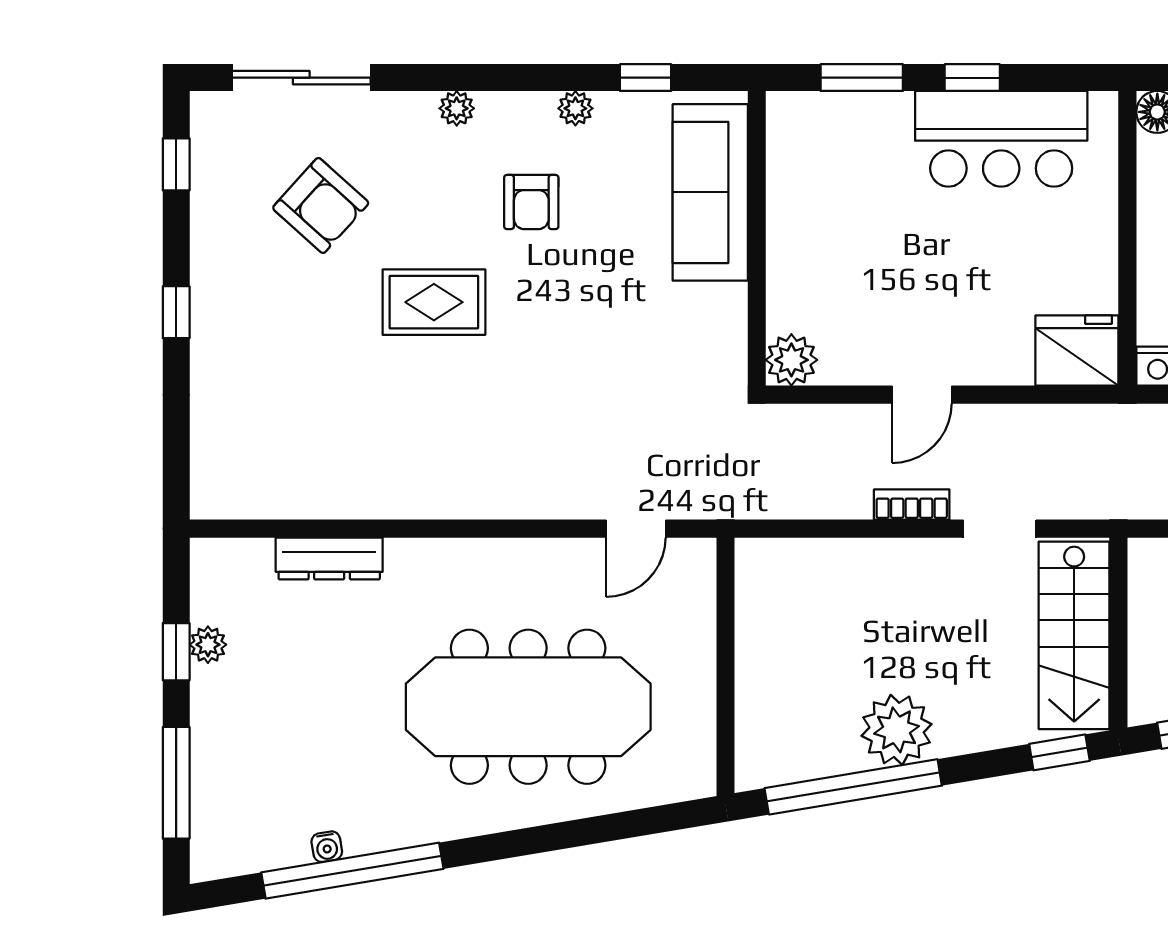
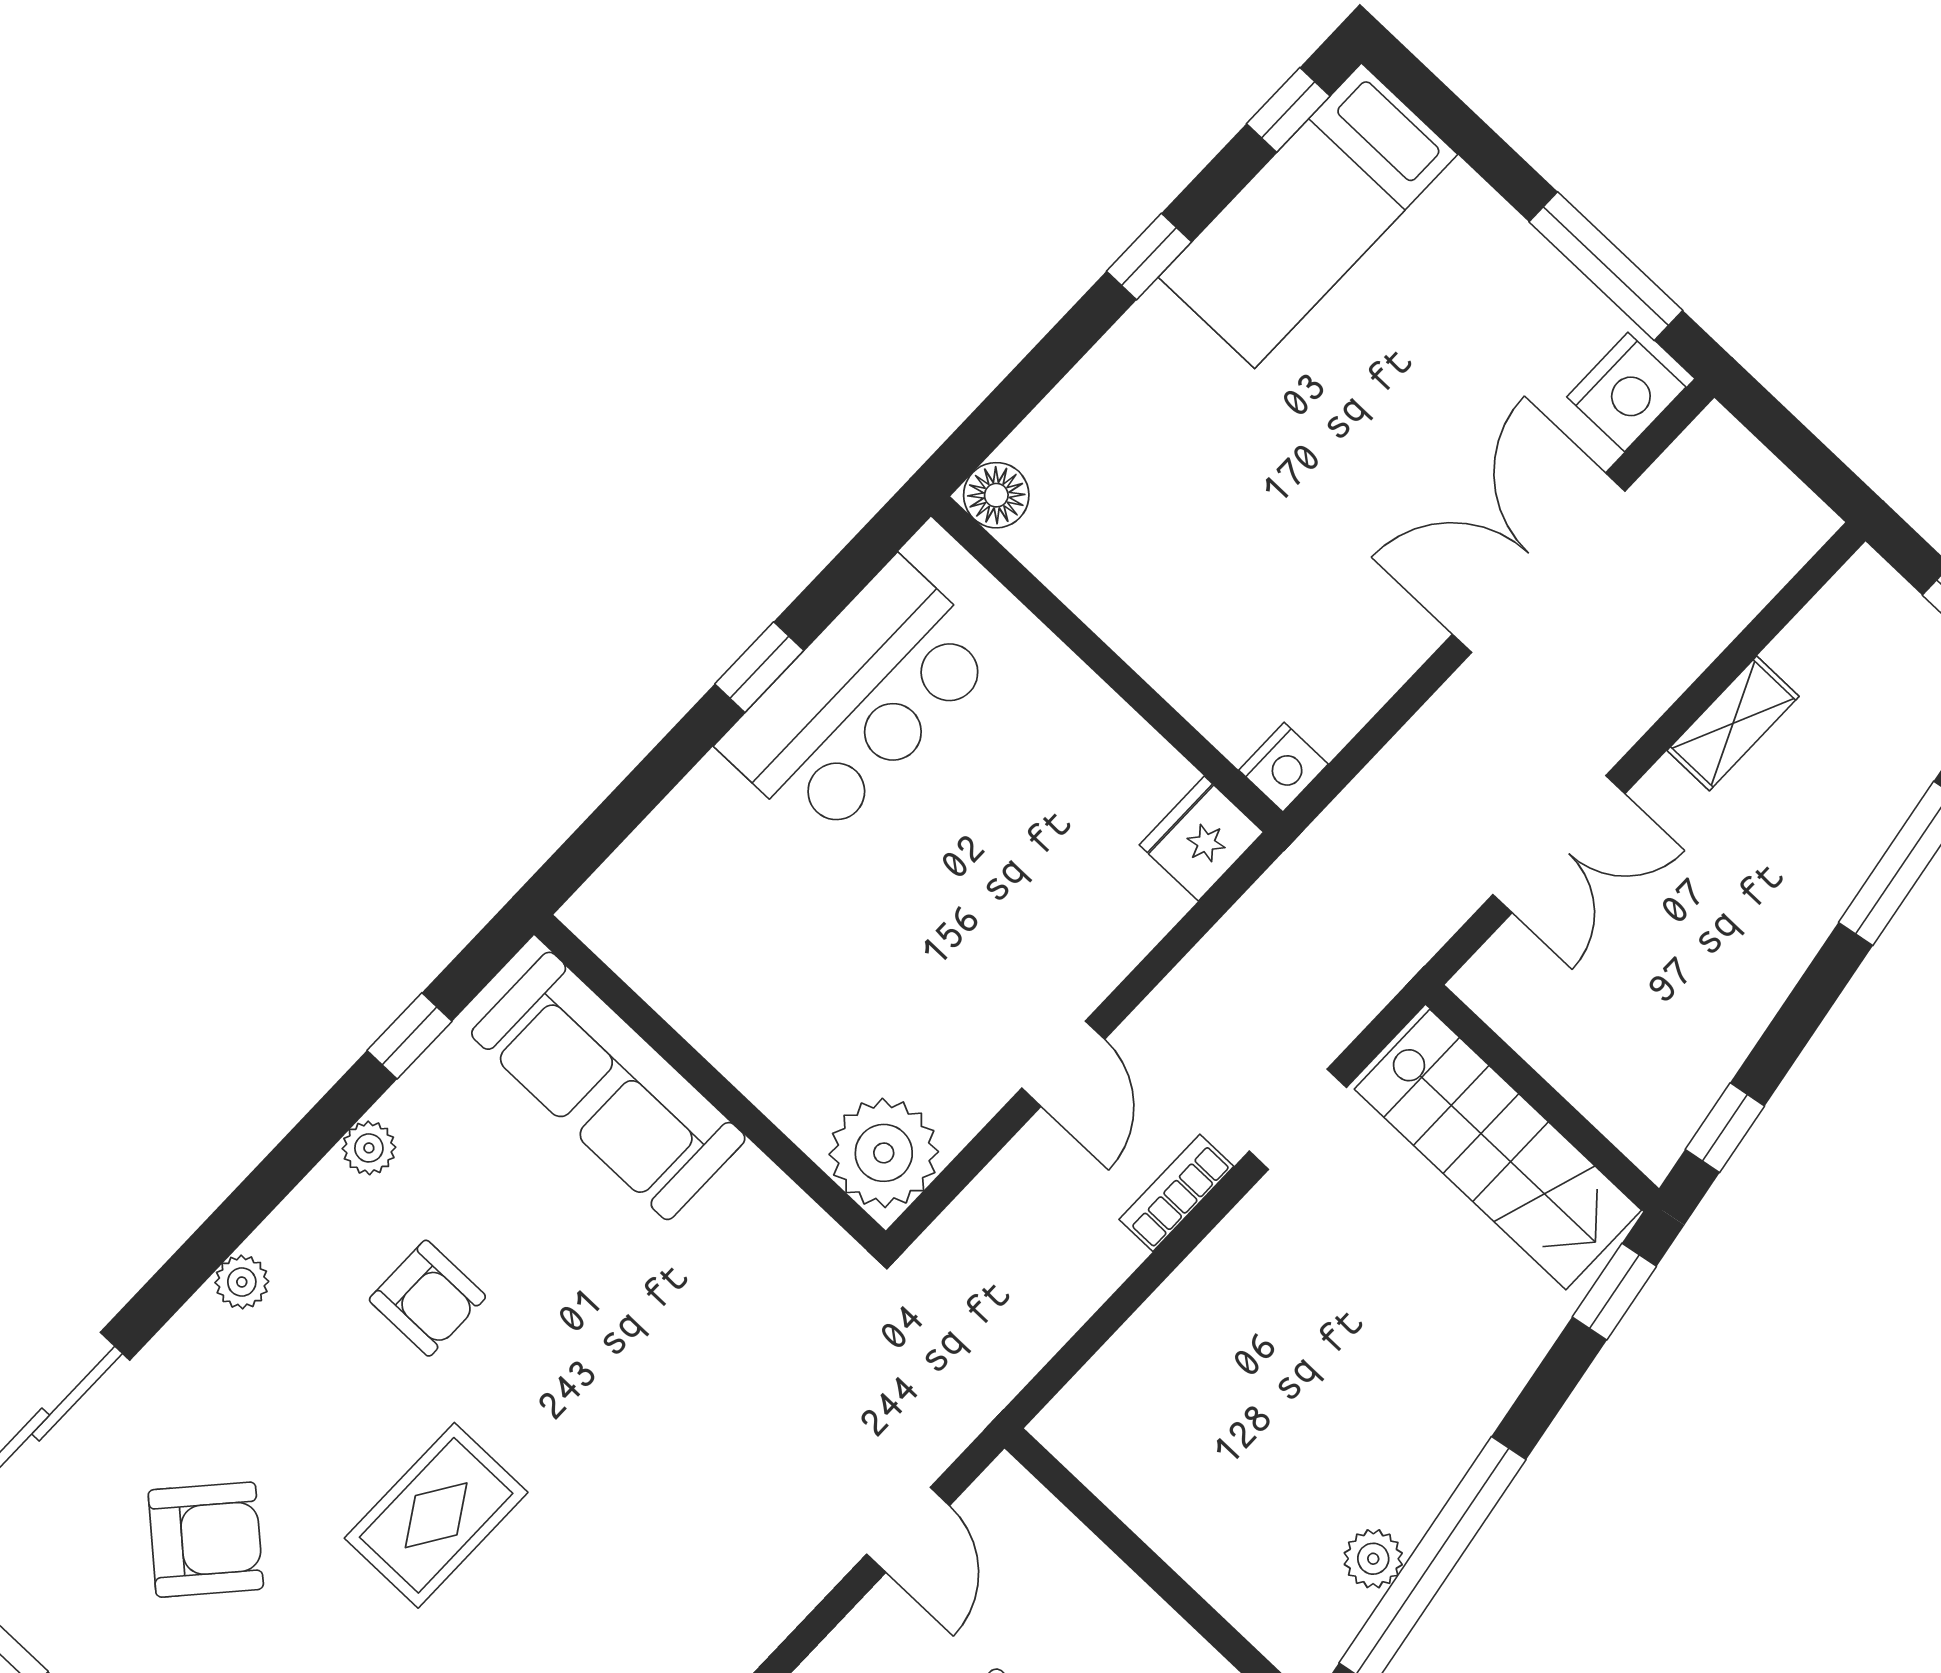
window: (862, 78) -> (641, 792), removed
fridge: (1077, 351) -> (1201, 839), width x0.73, depth x0.75
plant: (791, 360) -> (884, 1153), width x1.36, depth x1.36
plant: (897, 730) -> (1373, 1559), moved, width x0.53, depth x0.53

